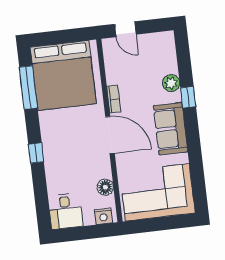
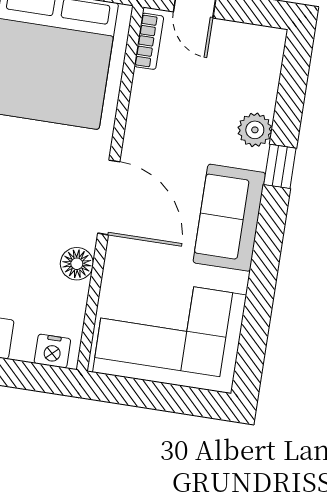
bookcase: (114, 99) -> (149, 41), moved
floor lamp: (105, 187) -> (77, 264), moved

